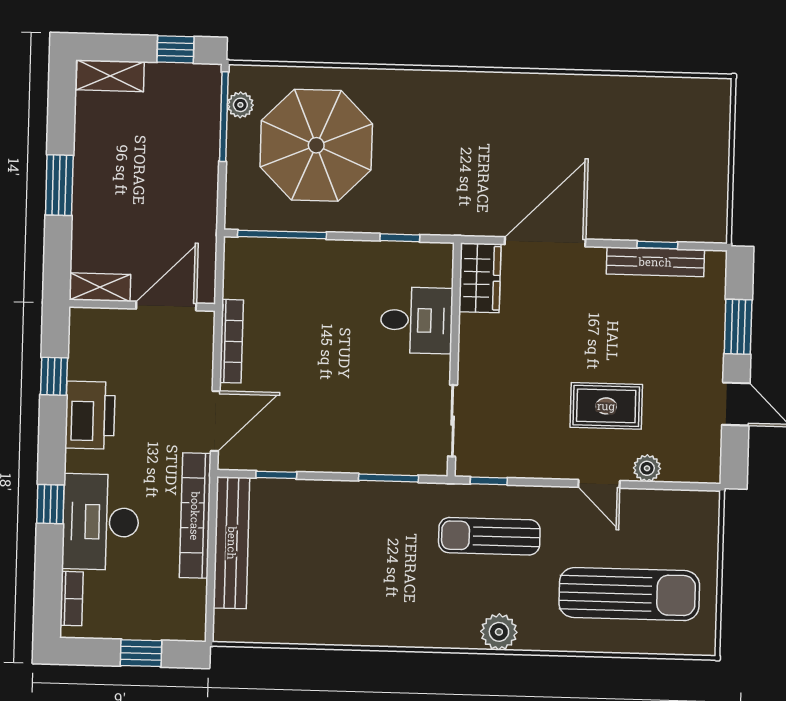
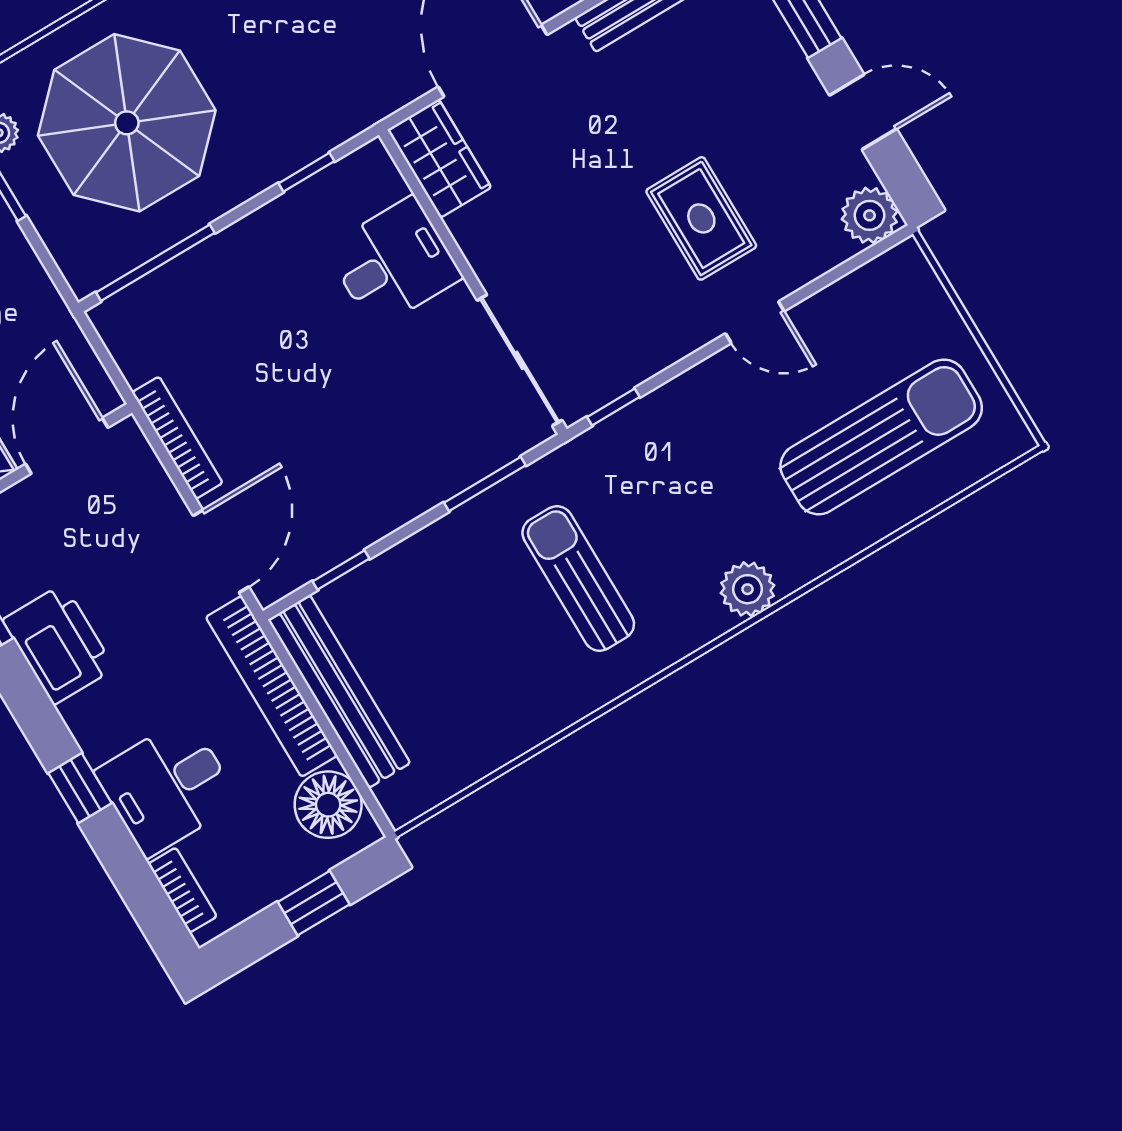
rug: (606, 406) -> (701, 218), turned 90
sliding door: (453, 421) -> (520, 360), width x1.37
plant: (647, 468) -> (870, 215), moved, width x1.38, depth x1.38
desk: (101, 522) -> (167, 787), width x0.73
sun lounger: (489, 536) -> (578, 578), moved, turned 90
floor lamp: (185, 603) -> (328, 805), added

